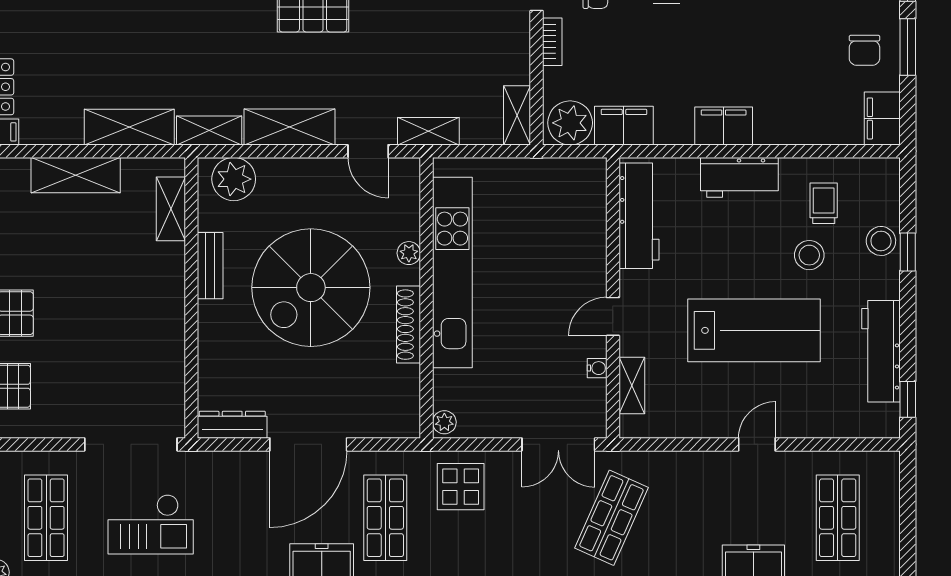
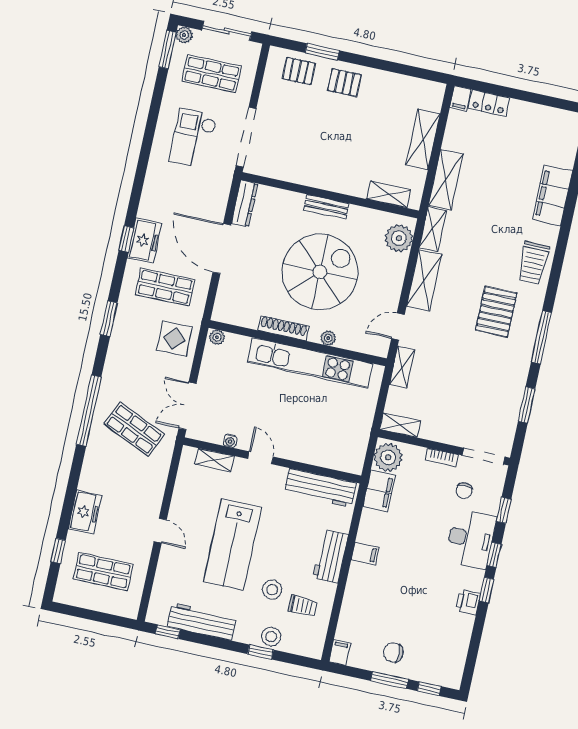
filing cabinet: (882, 118) -> (340, 652), width x0.50
filing cabinet: (724, 126) -> (365, 553), width x0.50
bench: (210, 266) -> (326, 207), moved
spiral stairs: (311, 288) -> (320, 272), turned 90

